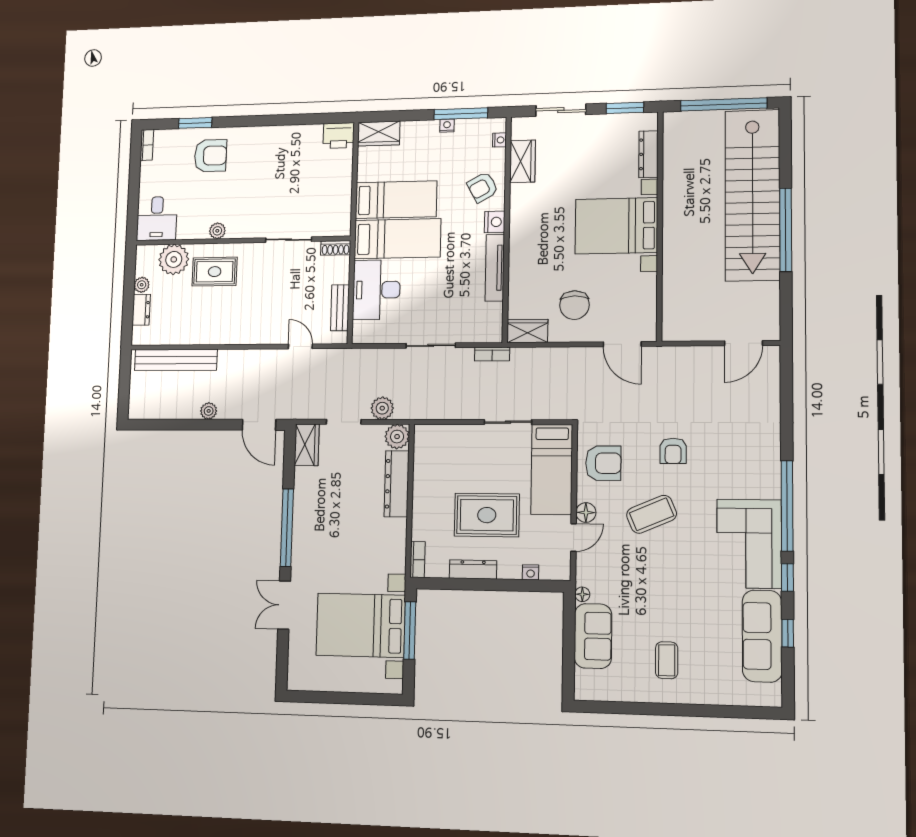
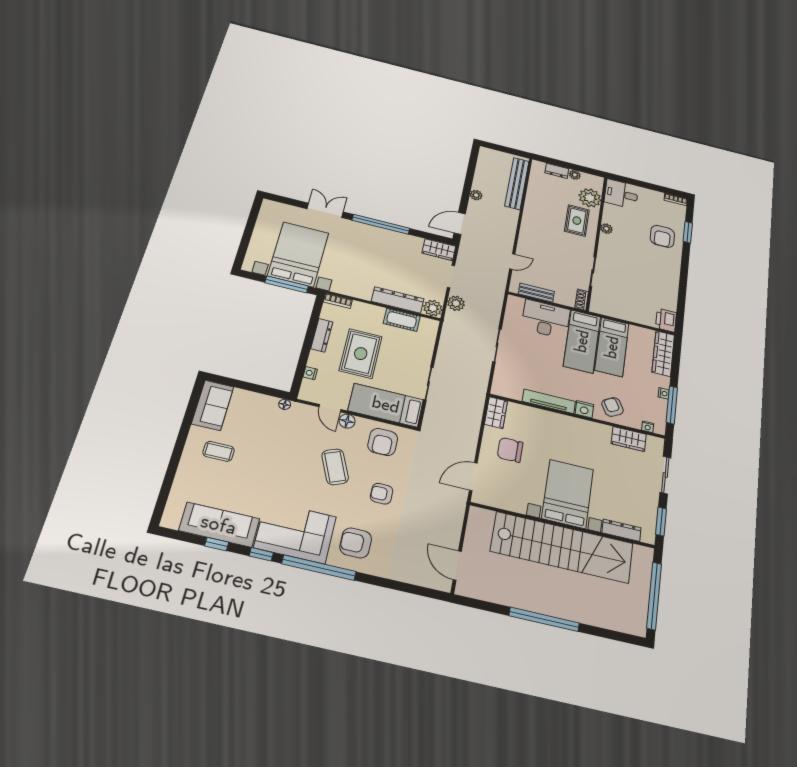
wardrobe: (379, 134) -> (663, 354), width x1.50
stairs: (752, 195) -> (562, 547), moved, turned 180
bookcase: (492, 354) -> (483, 385), removed
armchair: (745, 469) -> (356, 543), added
cot: (425, 473) -> (402, 320), added
sofa: (593, 636) -> (213, 405), moved, turned -90

